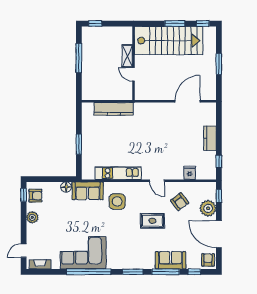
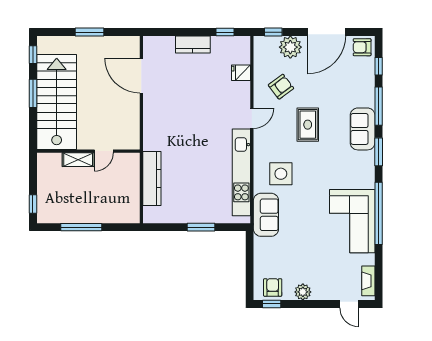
kitchen unit: (118, 173) -> (241, 172), width x1.36
floor lamp: (66, 187) -> (261, 245), removed
sofa: (170, 260) -> (363, 129), moved

